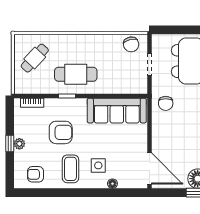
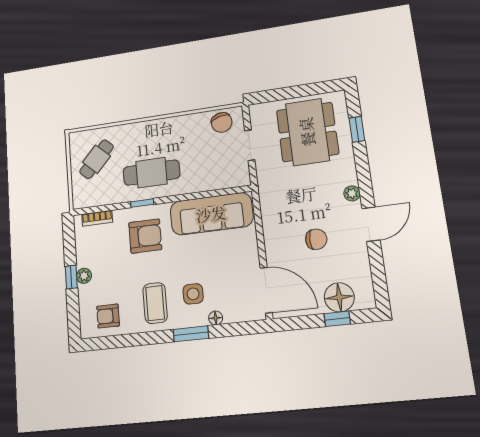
chair: (166, 103) -> (316, 239), moved, turned -90
armchair: (61, 132) -> (145, 236), moved
window: (94, 193) -> (191, 334), added

